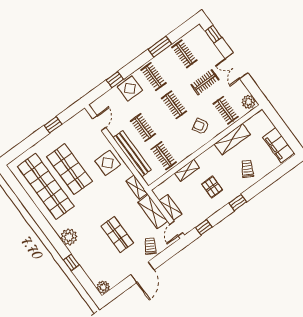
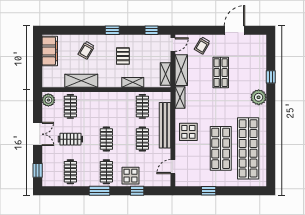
window: (160, 47) -> (100, 191), moved
armchair: (201, 126) -> (98, 108), removed
shelving: (170, 207) -> (166, 74), moved
door: (142, 272) -> (234, 30), moved
plant: (103, 287) -> (260, 41), removed

